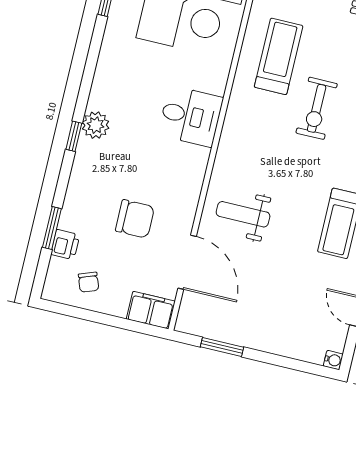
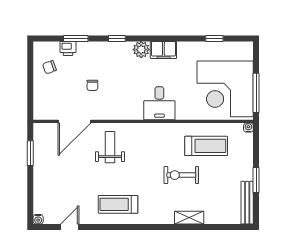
window: (74, 136) -> (117, 39), moved
chair: (135, 219) -> (92, 85), width x0.54, depth x0.54
filing cabinet: (151, 310) -> (163, 50), moved, turned 90

